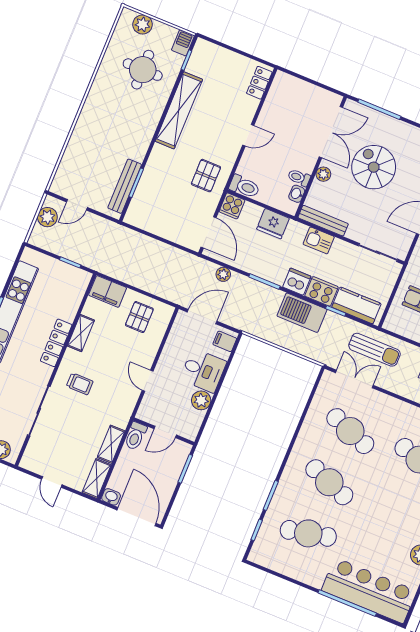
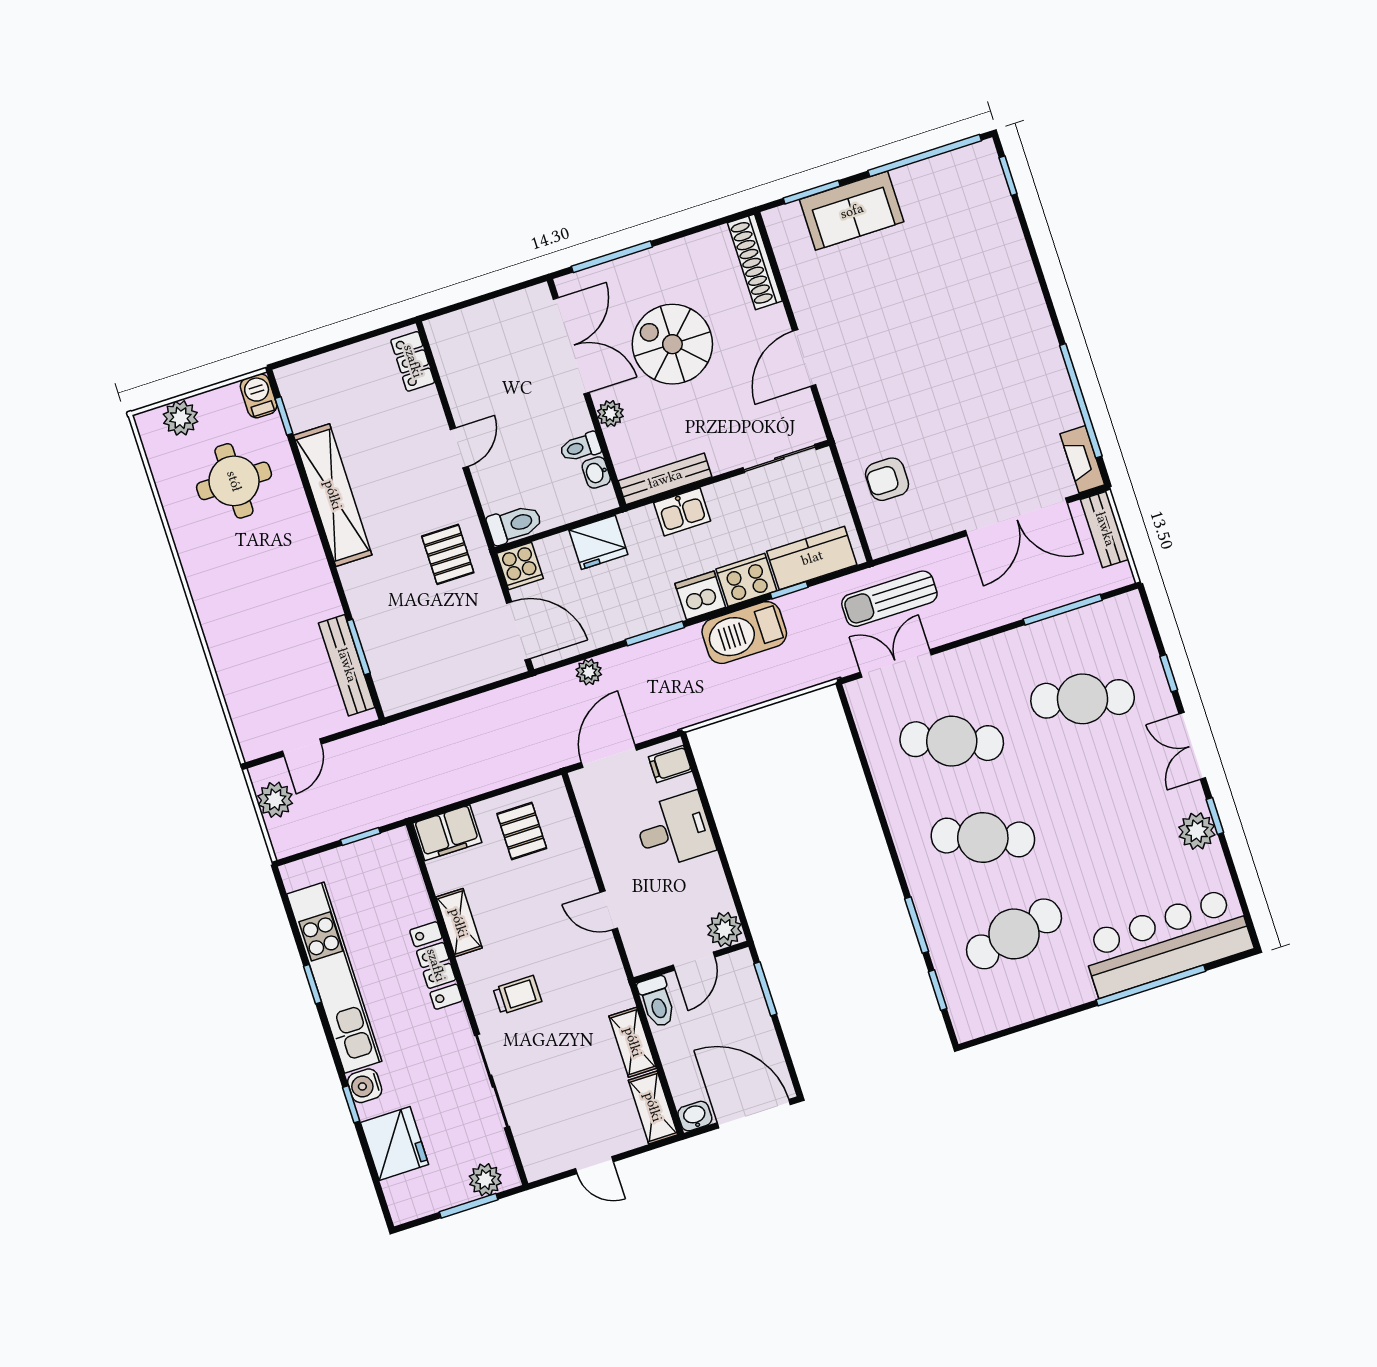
sun lounger: (374, 350) -> (889, 599), turned 180
plant: (201, 400) -> (725, 930), moved

